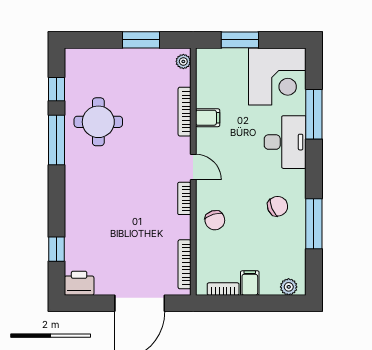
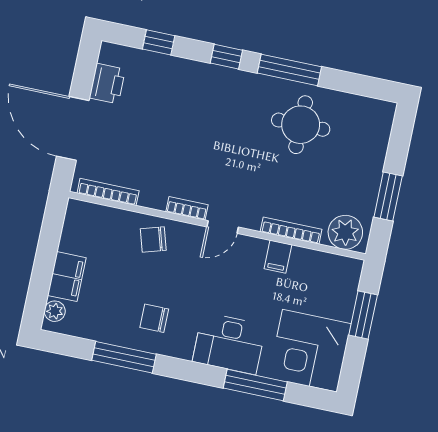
plant: (183, 61) -> (345, 232), width x1.88, depth x1.88
window: (56, 89) -> (226, 57), moved
chair: (278, 206) -> (154, 318), turned 113
printer: (79, 283) -> (107, 84), moved
filing cabinet: (250, 283) -> (67, 277), width x2.00
bookcase: (223, 289) -> (69, 232), removed

